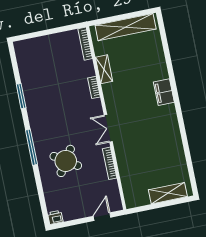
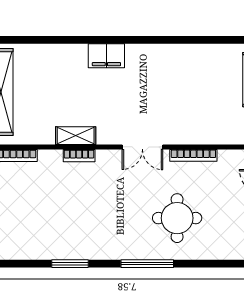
shelving: (104, 69) -> (76, 136), moved
round table: (66, 161) -> (177, 218), turned -33

